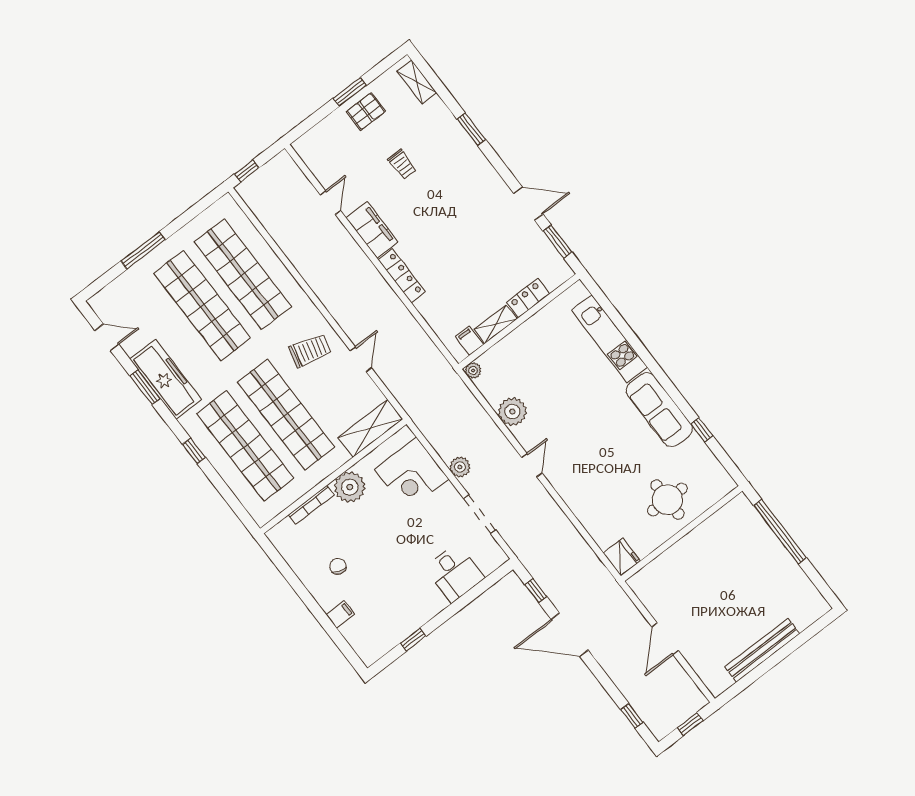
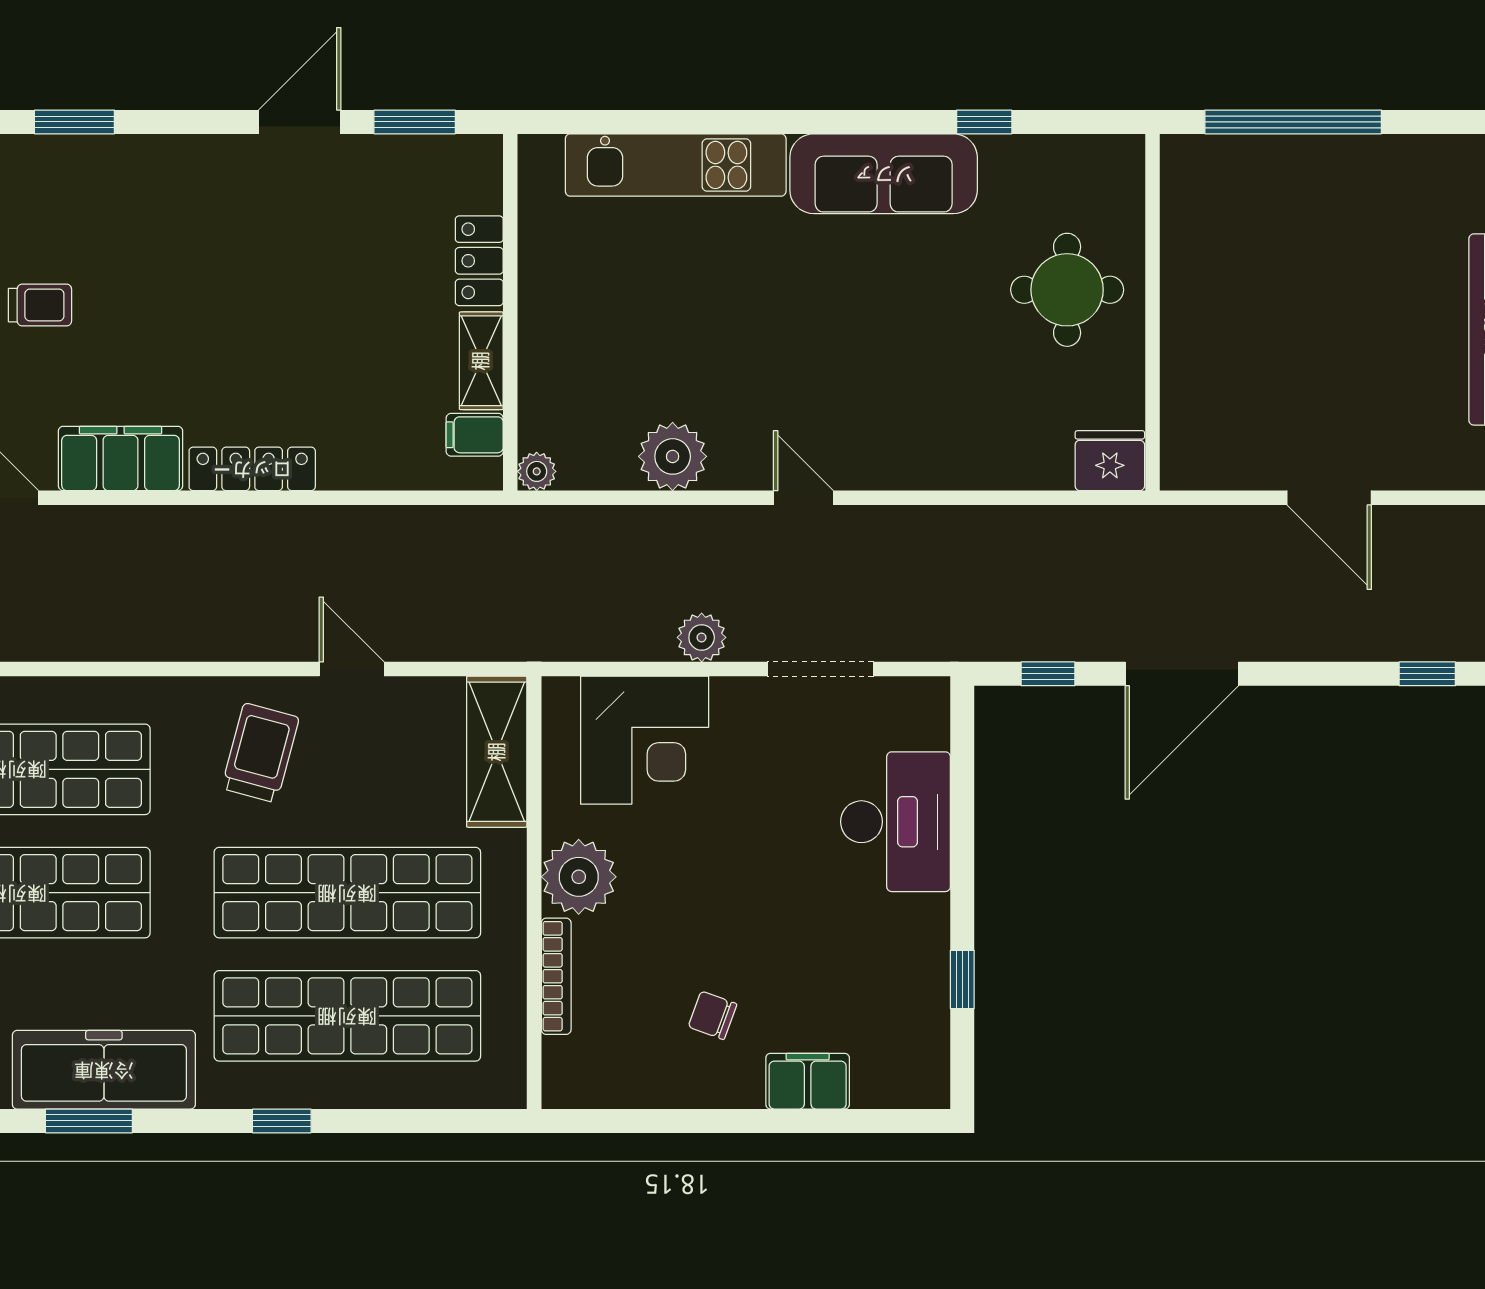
desk: (455, 573) -> (895, 822), width x1.37
filing cabinet: (340, 614) -> (808, 1081), width x2.00

